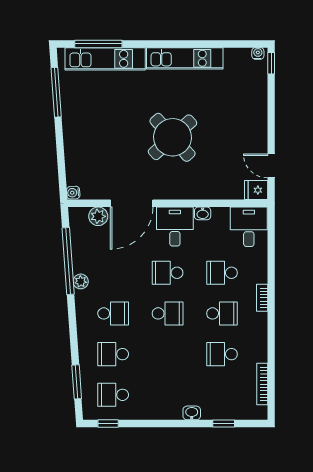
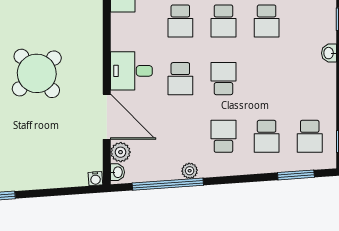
washbasin: (203, 213) -> (117, 172), moved
school desk: (222, 313) -> (223, 21), turned 180

